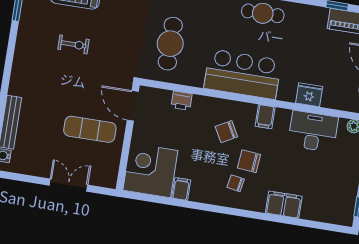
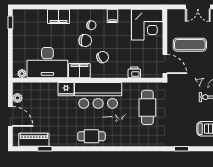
fridge: (309, 95) -> (66, 89), moved
filing cabinet: (265, 117) -> (79, 71), width x2.00
desk: (313, 131) -> (47, 63), width x1.36, depth x1.30
filing cabinet: (181, 189) -> (112, 16), moved

